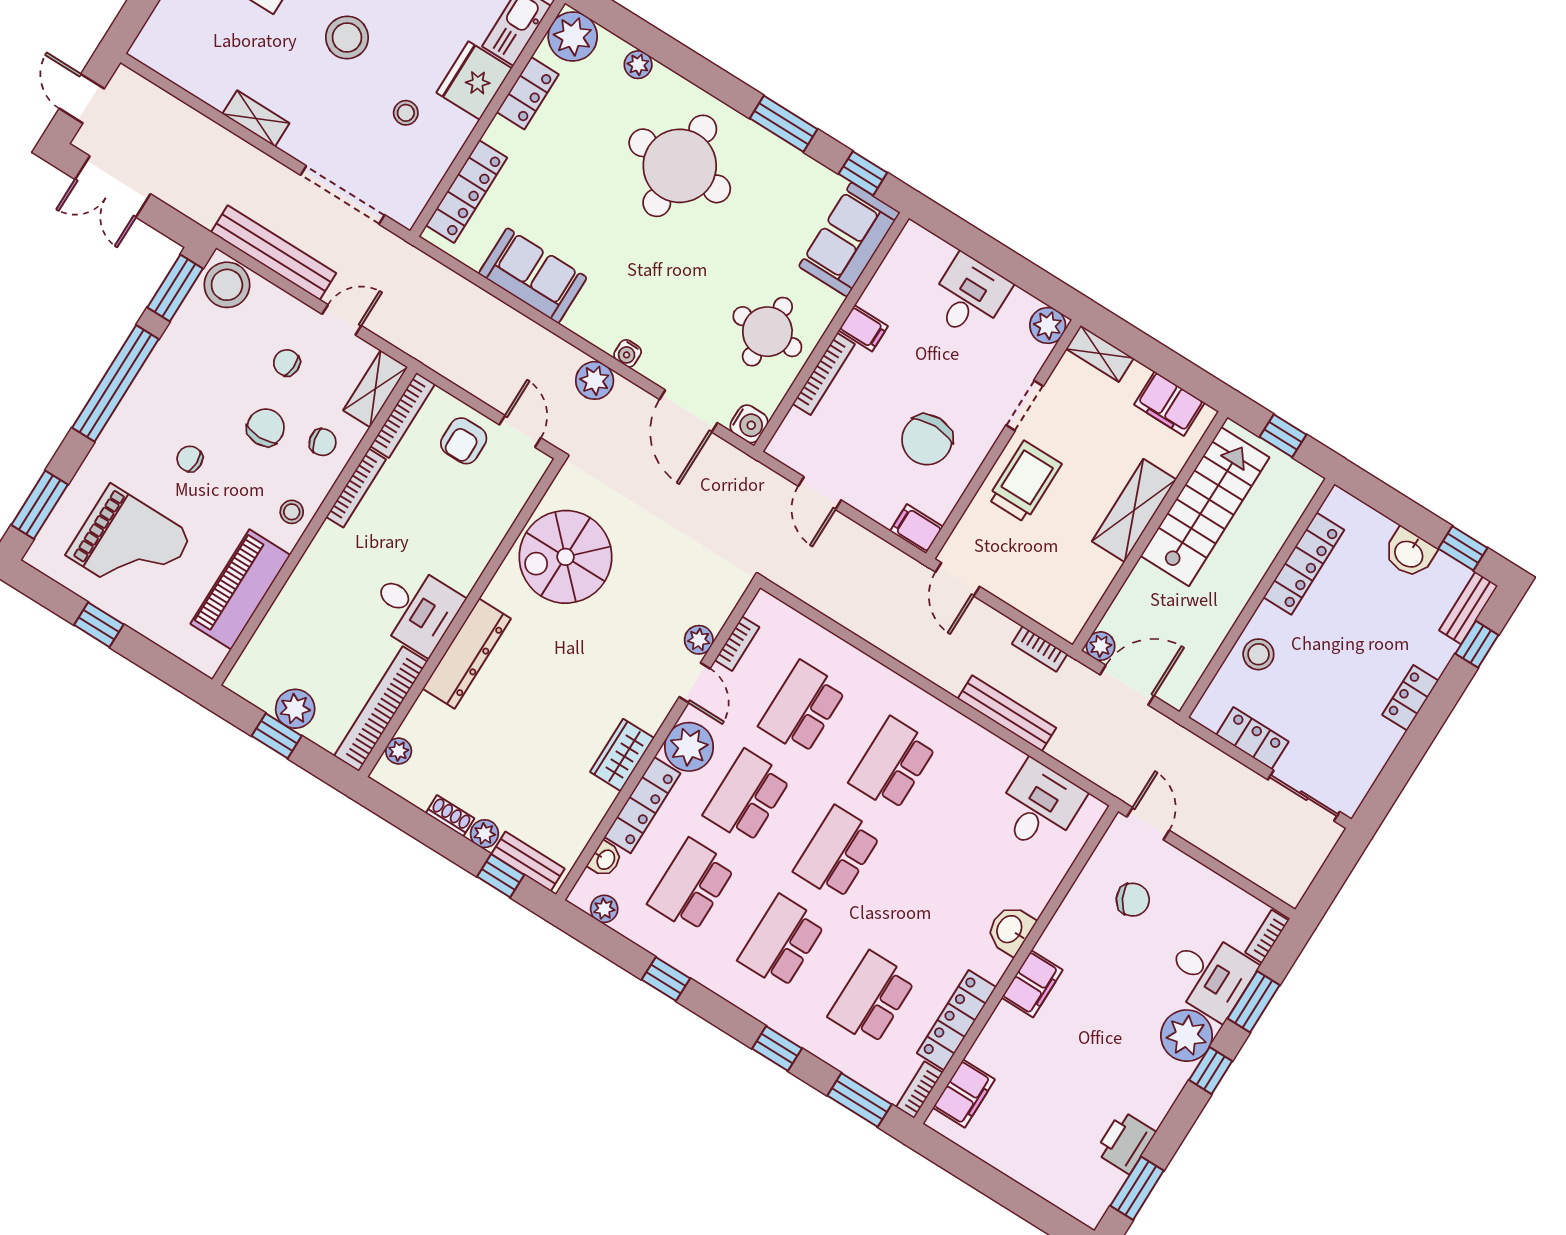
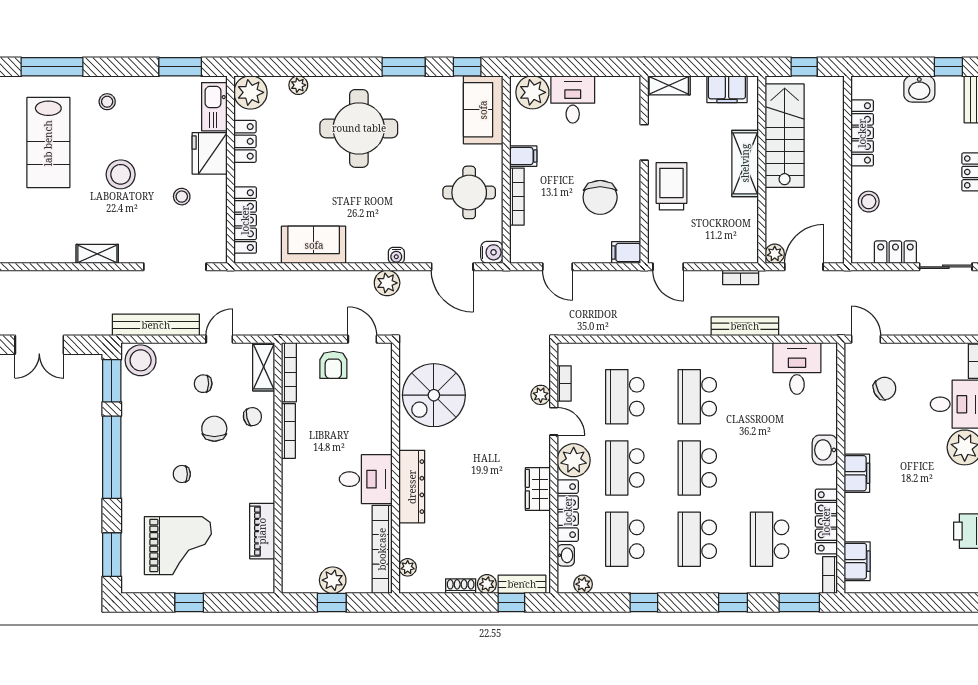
plant: (1048, 325) -> (532, 92), moved, width x1.36, depth x1.36
stool: (292, 512) -> (260, 468), removed
piano: (240, 589) -> (262, 531), width x0.73, depth x0.75

